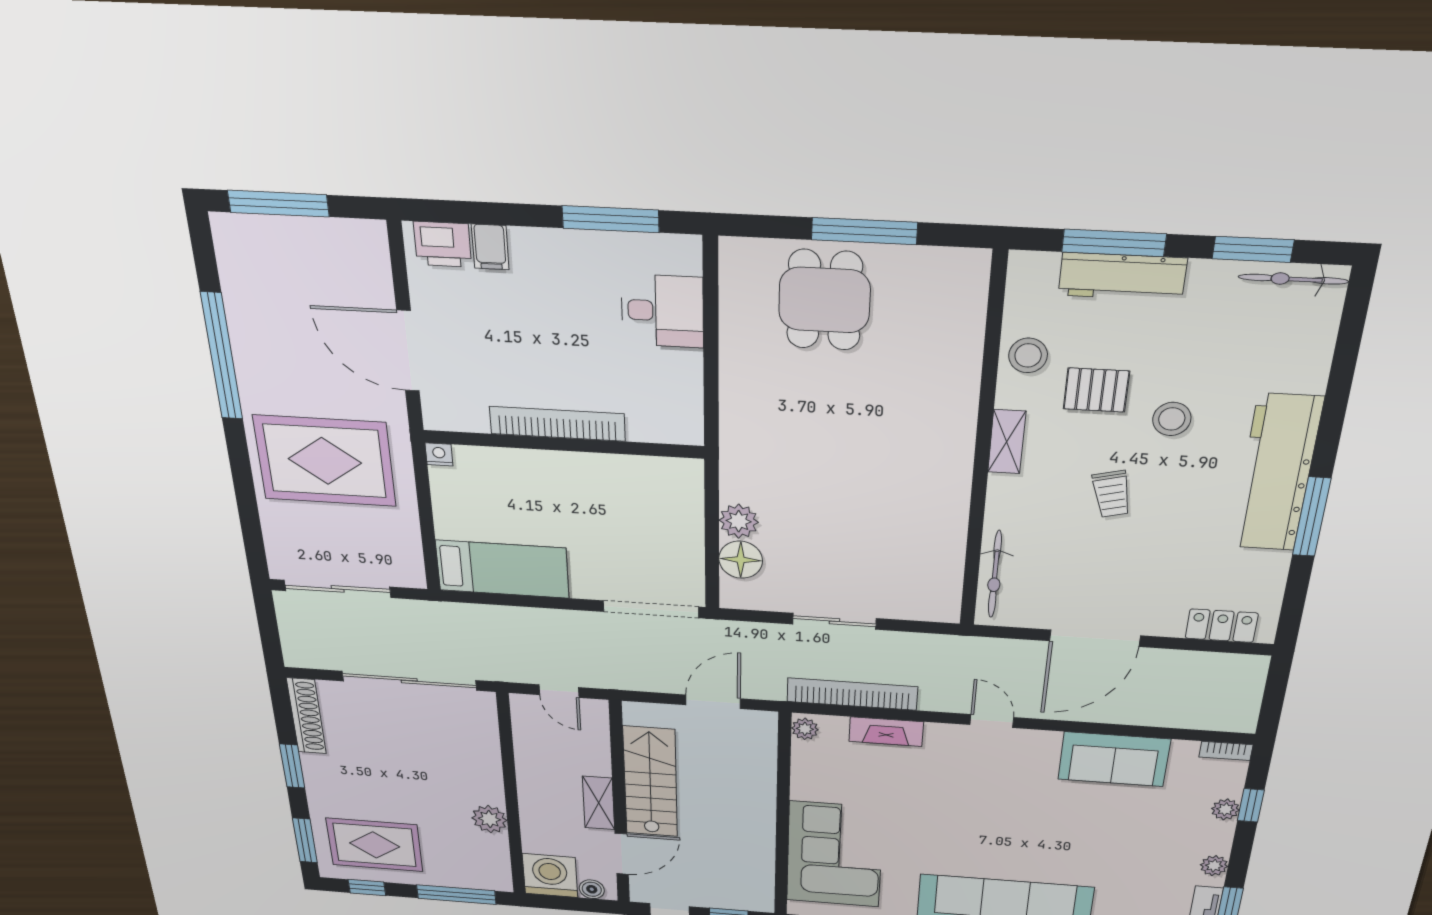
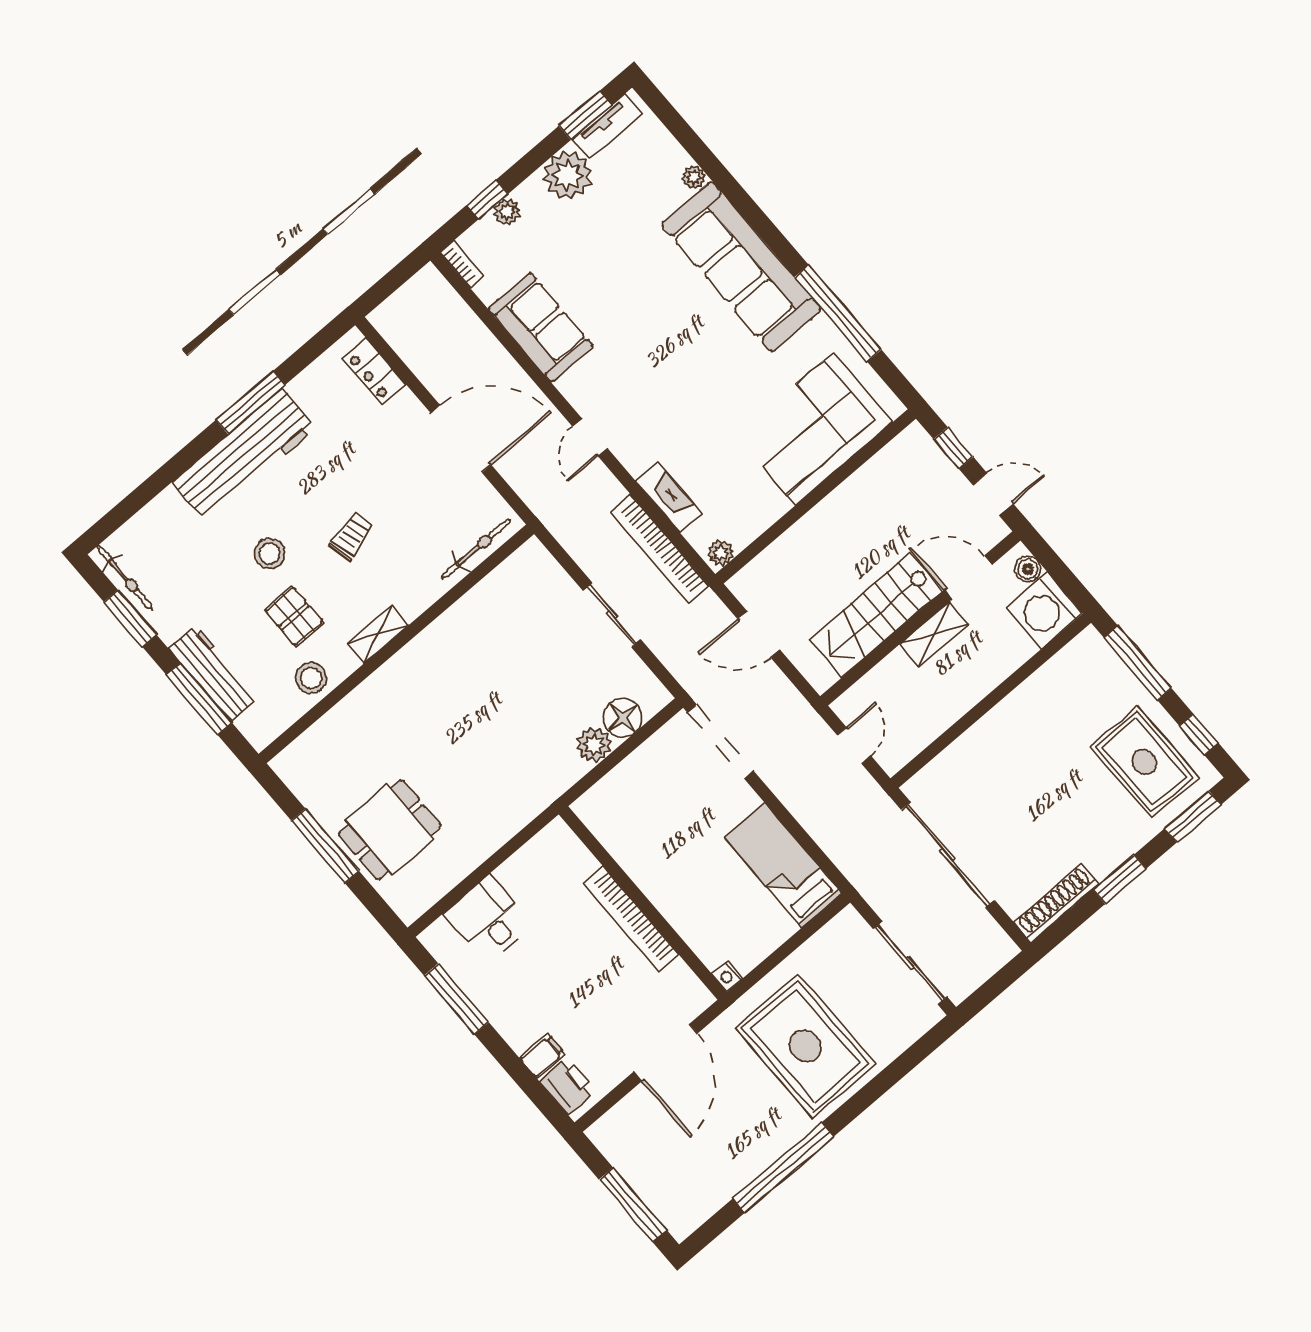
plant: (489, 819) -> (1030, 699), removed
plant: (1214, 866) -> (568, 175), width x1.88, depth x1.88

